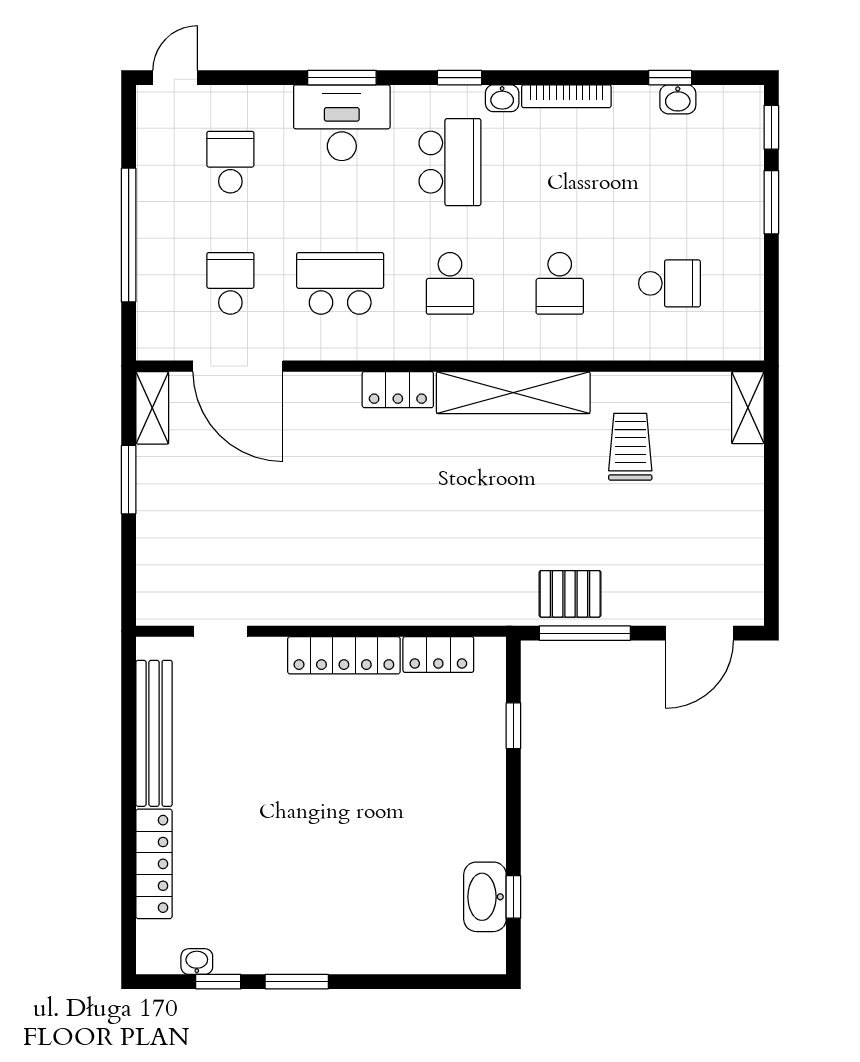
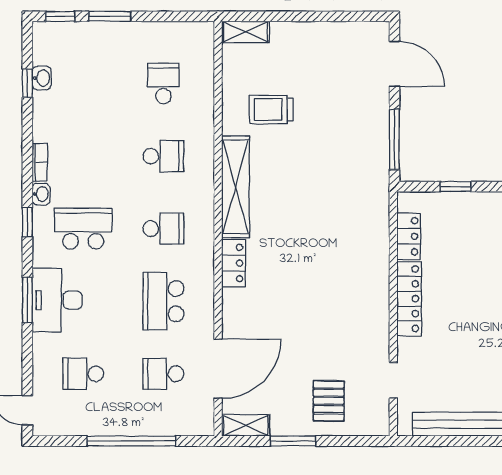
bookcase: (566, 96) -> (40, 162), width x0.64
pallet: (570, 594) -> (329, 401), moved

